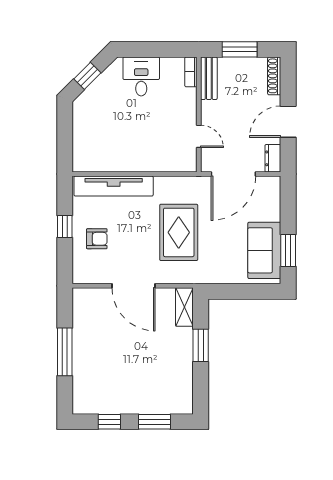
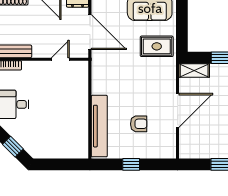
rug: (179, 232) -> (157, 46), moved, width x0.73, depth x0.70
armchair: (97, 239) -> (139, 124), moved, turned 90

